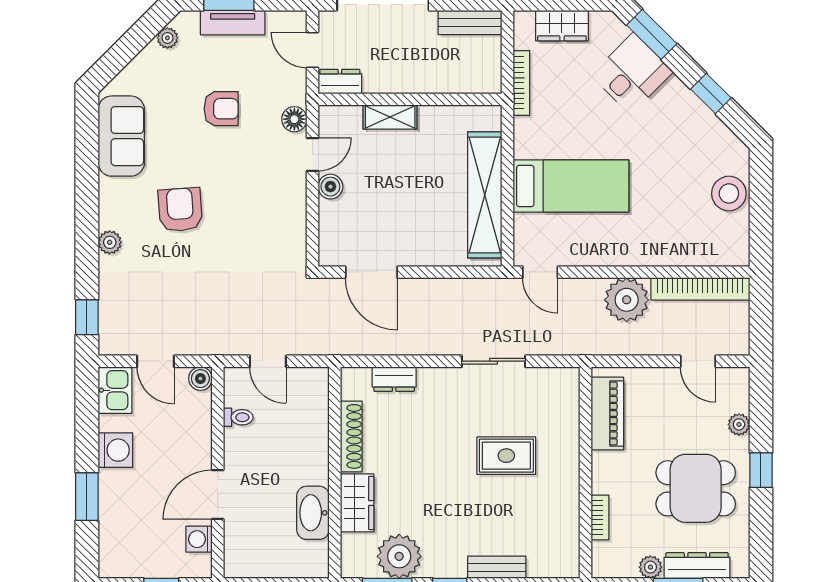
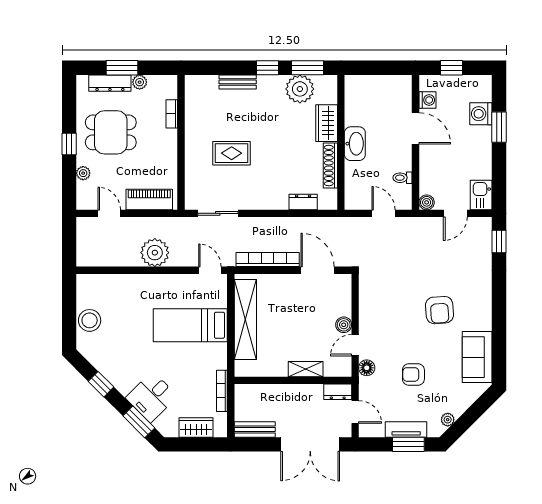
plant: (110, 242) -> (484, 289), removed
bookcase: (700, 289) -> (268, 260), moved
door: (156, 361) -> (455, 213), swing flipped
sliding door: (493, 361) -> (218, 213), moved
piano: (607, 414) -> (149, 200), moved, turned 90
washing machine: (115, 450) -> (481, 114), moved
door: (218, 495) -> (416, 128), hinge flipped
washbasin: (313, 513) -> (355, 144), moved

